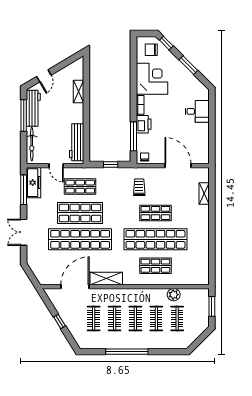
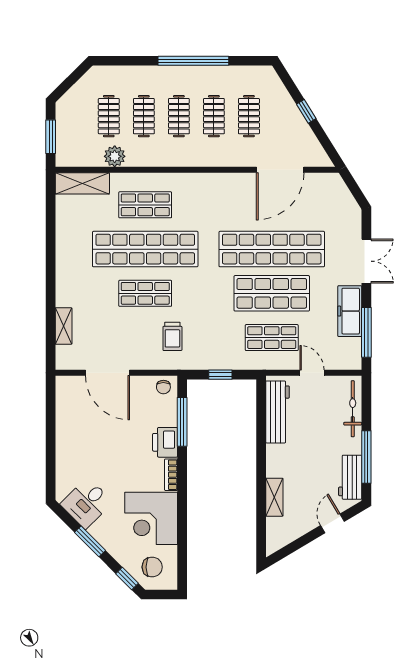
workbench: (33, 108) -> (350, 477), width x0.73
desk: (197, 111) -> (86, 503), moved, turned -45
freezer: (34, 183) -> (350, 311), moved
shelving: (106, 279) -> (82, 183), moved

